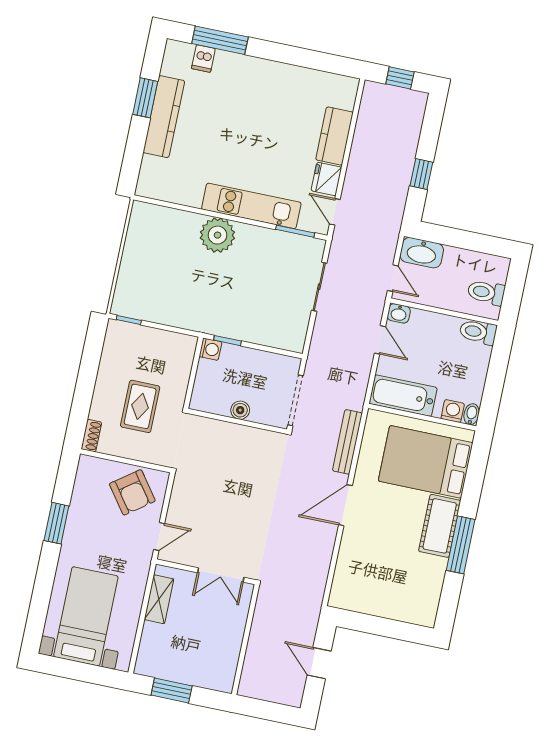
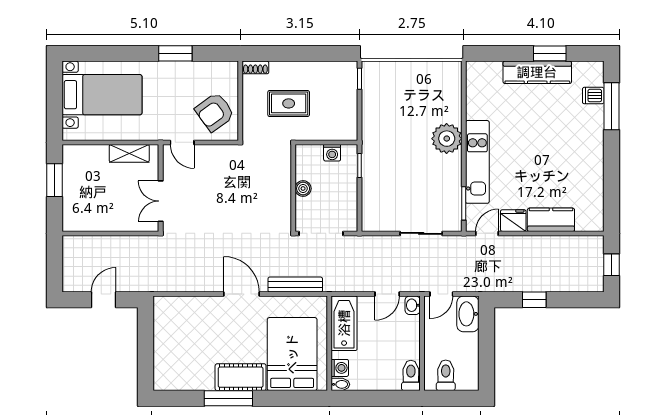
washing machine: (210, 349) -> (332, 153), moved

